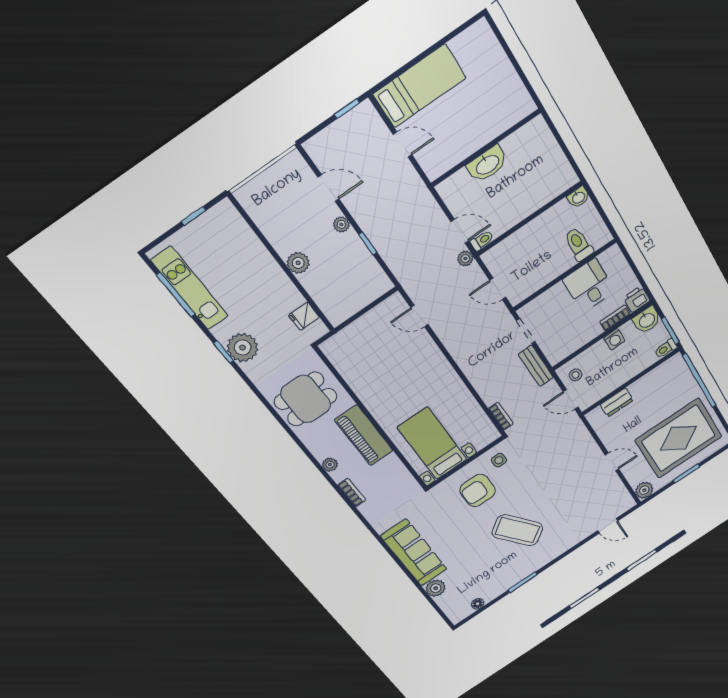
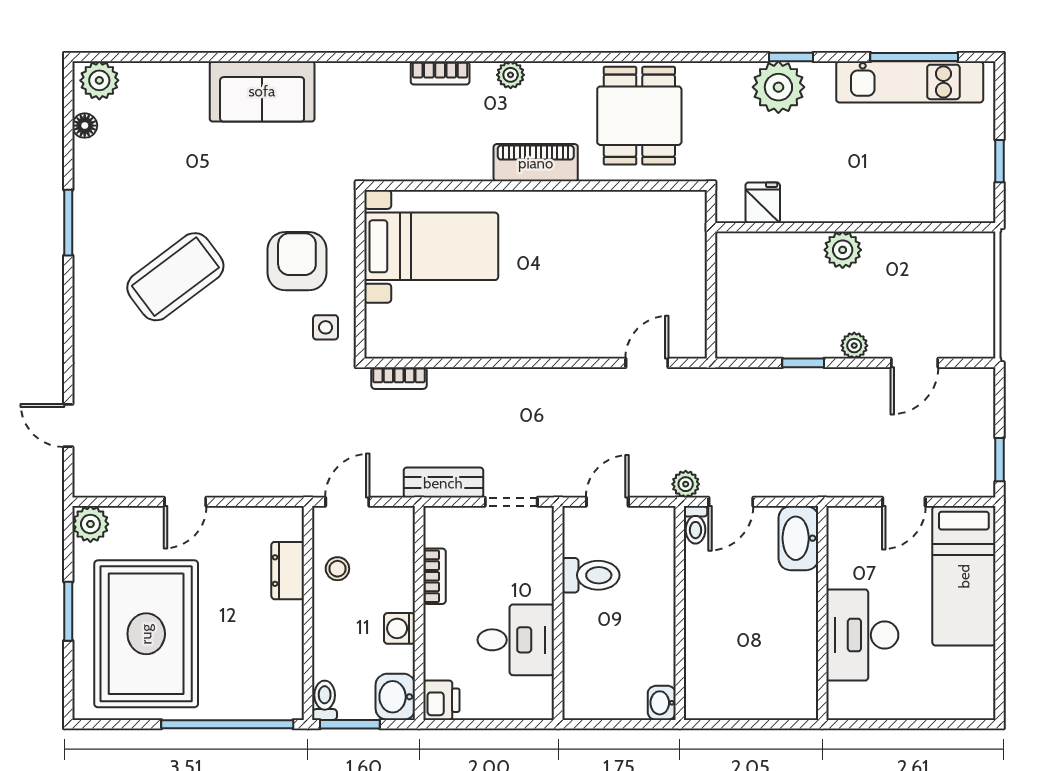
desk: (484, 119) -> (862, 635), added
washbasin: (487, 164) -> (798, 538), moved
toilet: (579, 244) -> (591, 575), moved
bookcase: (615, 318) -> (434, 576), moved
stool: (576, 375) -> (337, 569), moved
piano: (364, 435) -> (536, 163), width x0.73, depth x0.75
door: (608, 526) -> (68, 426), hinge flipped
sofa: (414, 553) -> (262, 91), width x0.73
plant: (436, 588) -> (99, 80), moved

